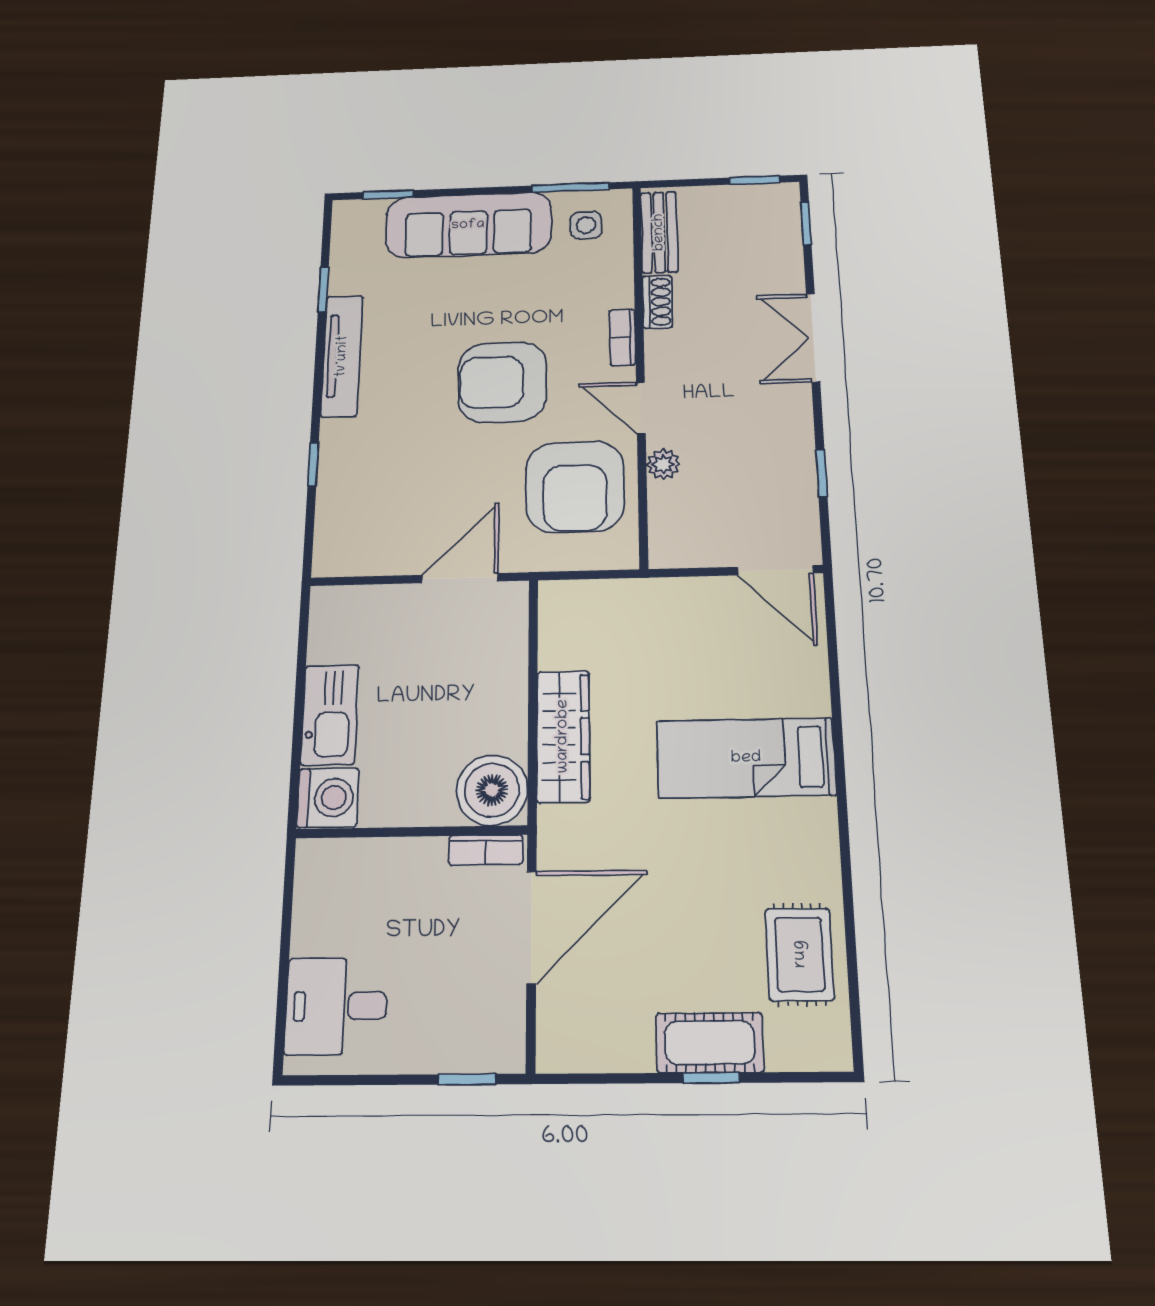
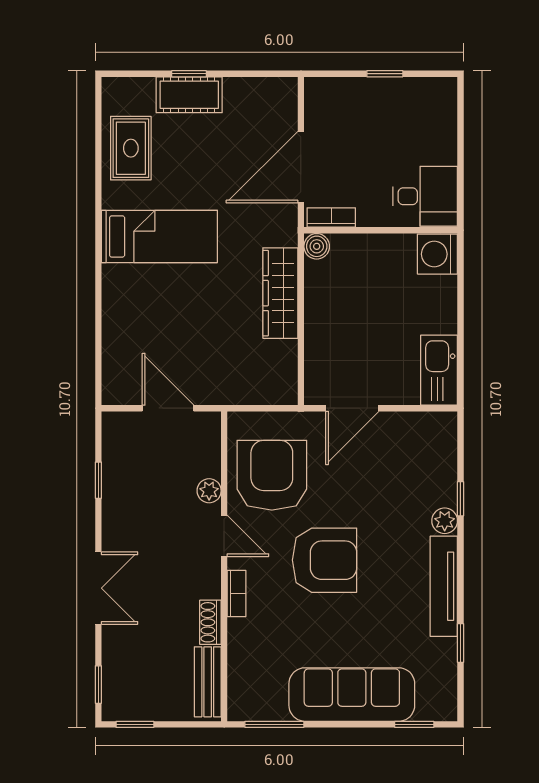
side table: (586, 225) -> (263, 690), removed
plant: (336, 436) -> (445, 521), added
door: (775, 570) -> (168, 408), moved
kitchen sink: (330, 715) -> (439, 370), moved
bed: (746, 758) -> (159, 236), moved
boiler: (492, 790) -> (317, 246), width x0.54, depth x0.54
desk: (336, 1006) -> (425, 196), moved
window: (467, 1079) -> (385, 74), moved

